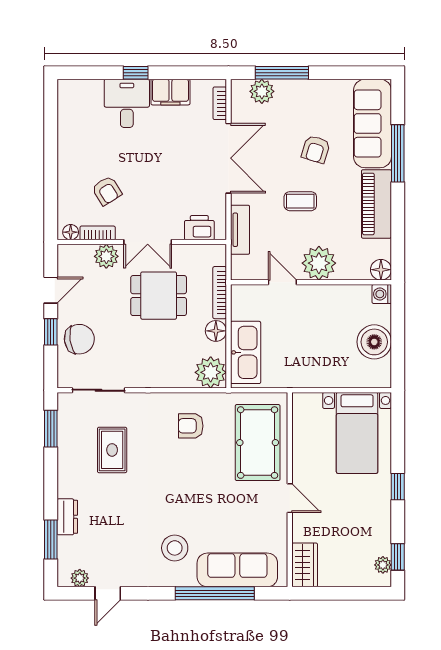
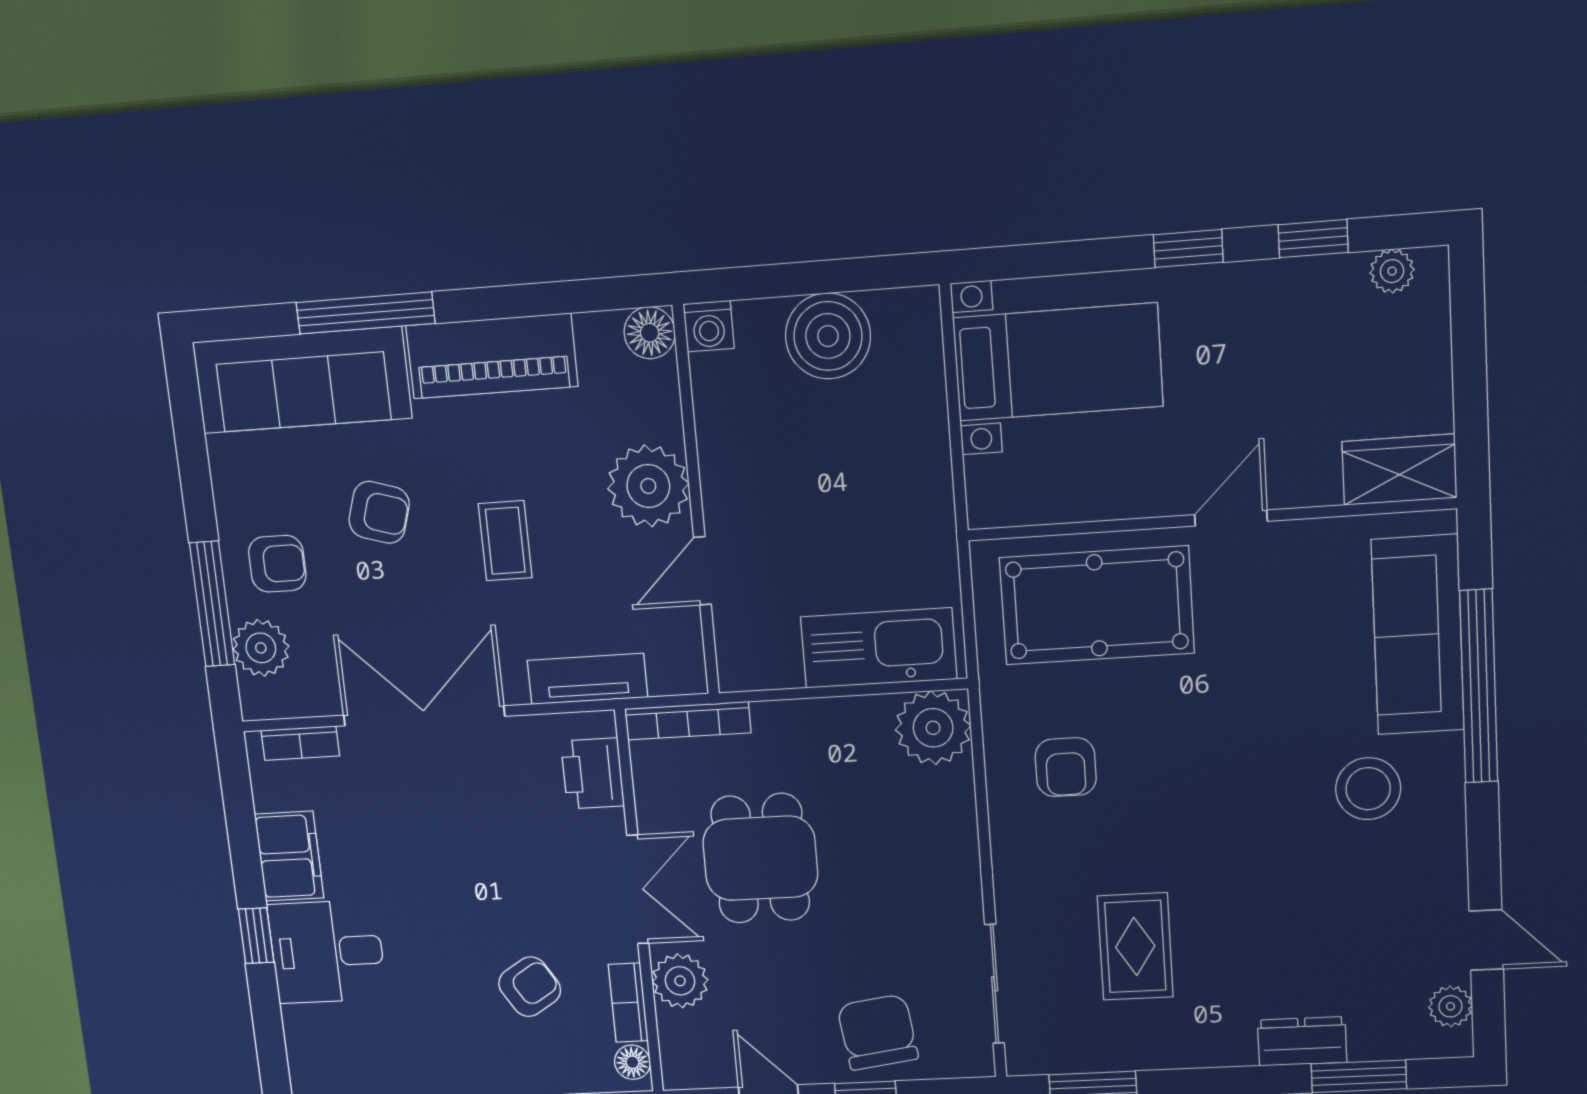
armchair: (297, 103) -> (277, 564), added
bookcase: (220, 293) -> (688, 721), moved
floor lamp: (216, 331) -> (833, 721), removed
rug: (112, 450) -> (1135, 946), turned 90
window: (398, 557) -> (1313, 239), moved

